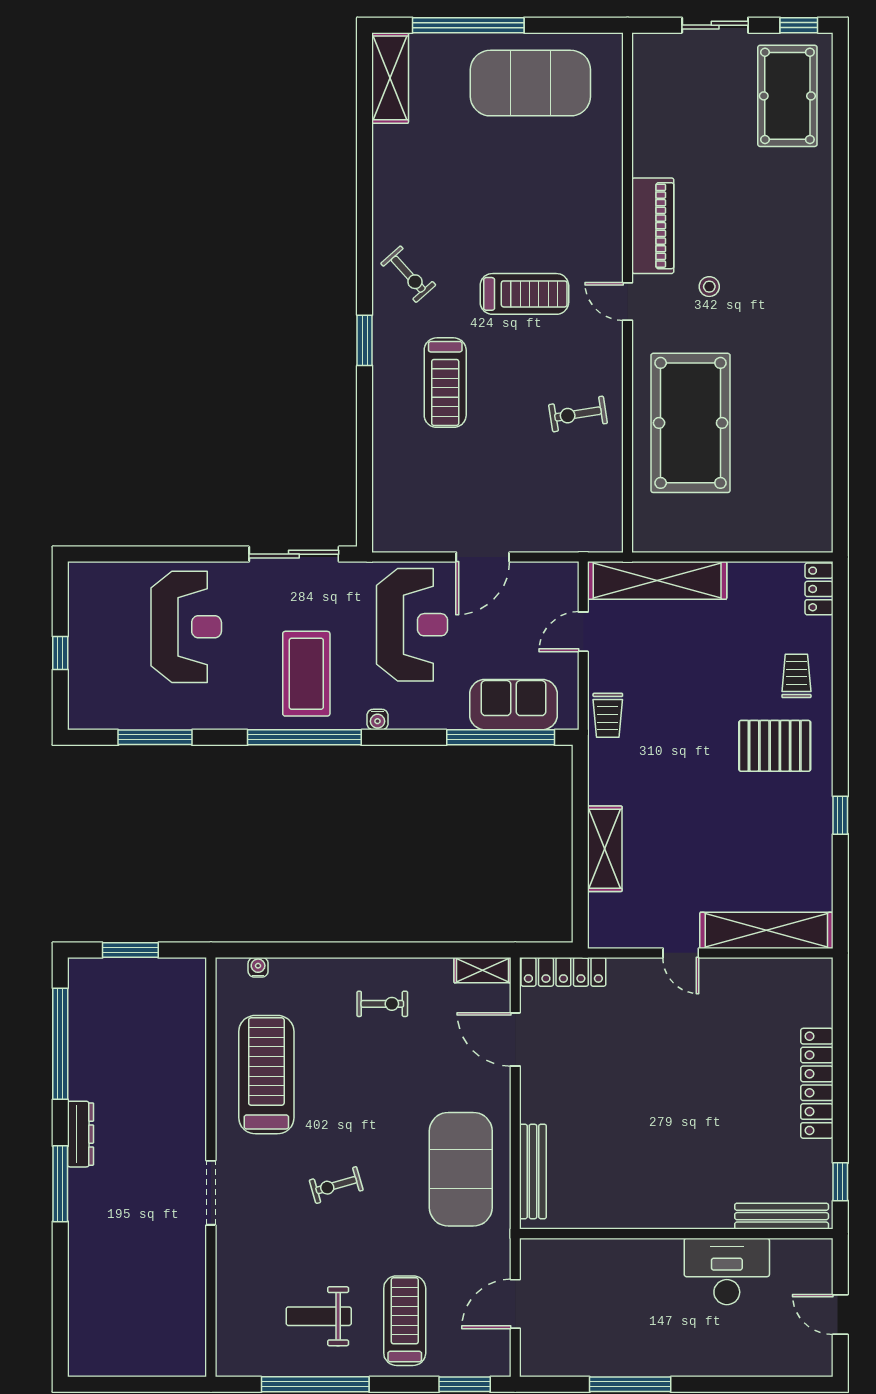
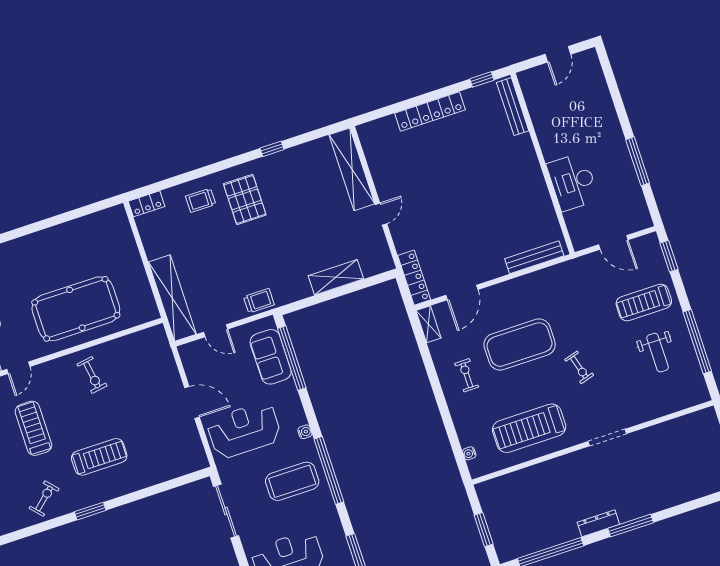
exercise mat: (461, 1169) -> (520, 345), moved
desk: (727, 1271) -> (573, 182), moved

